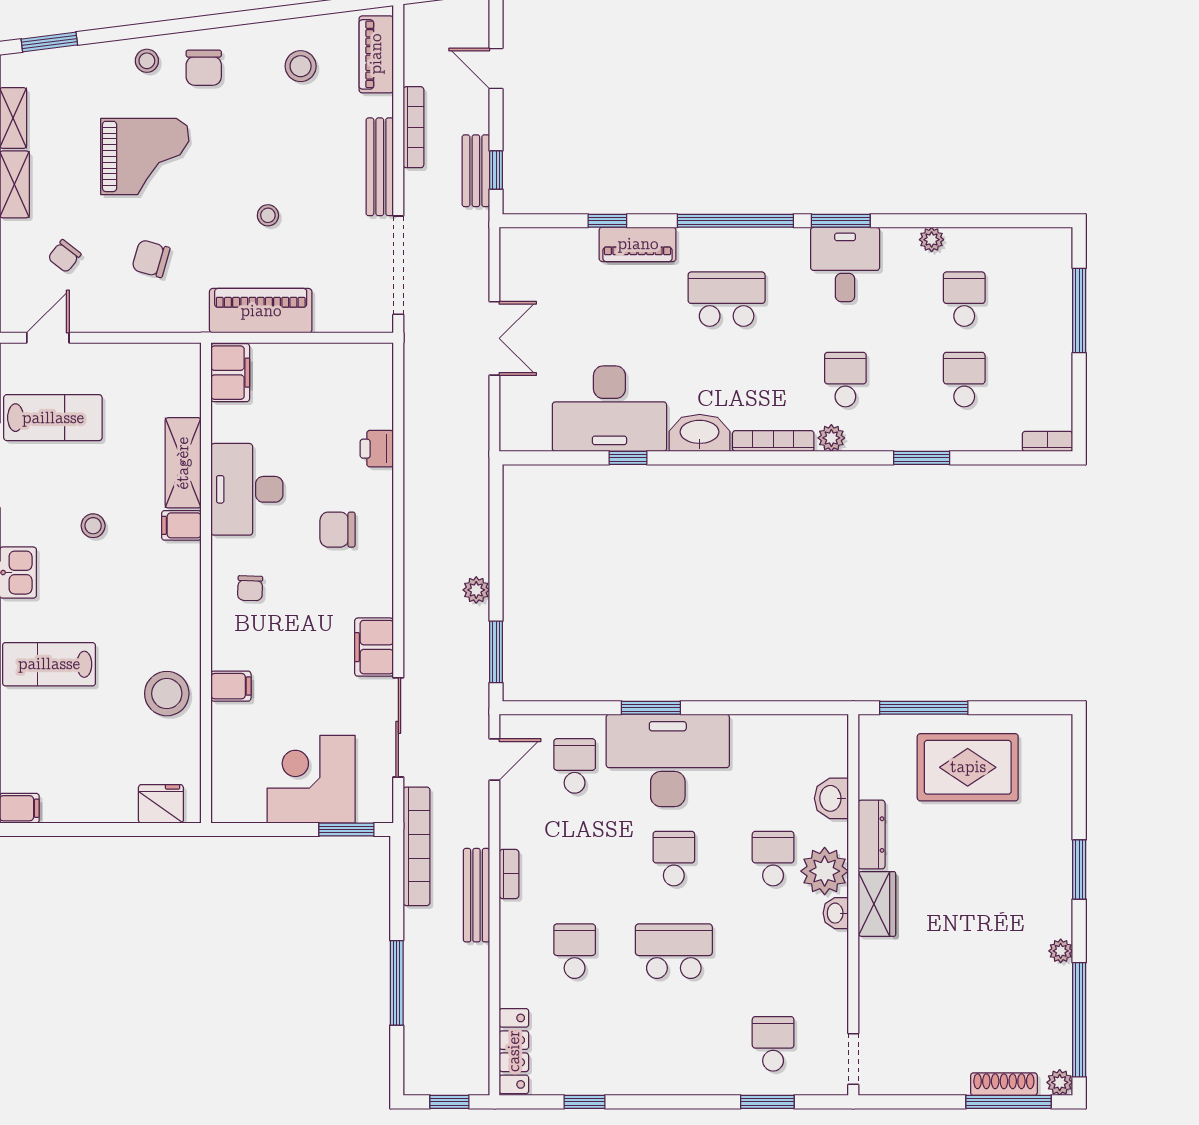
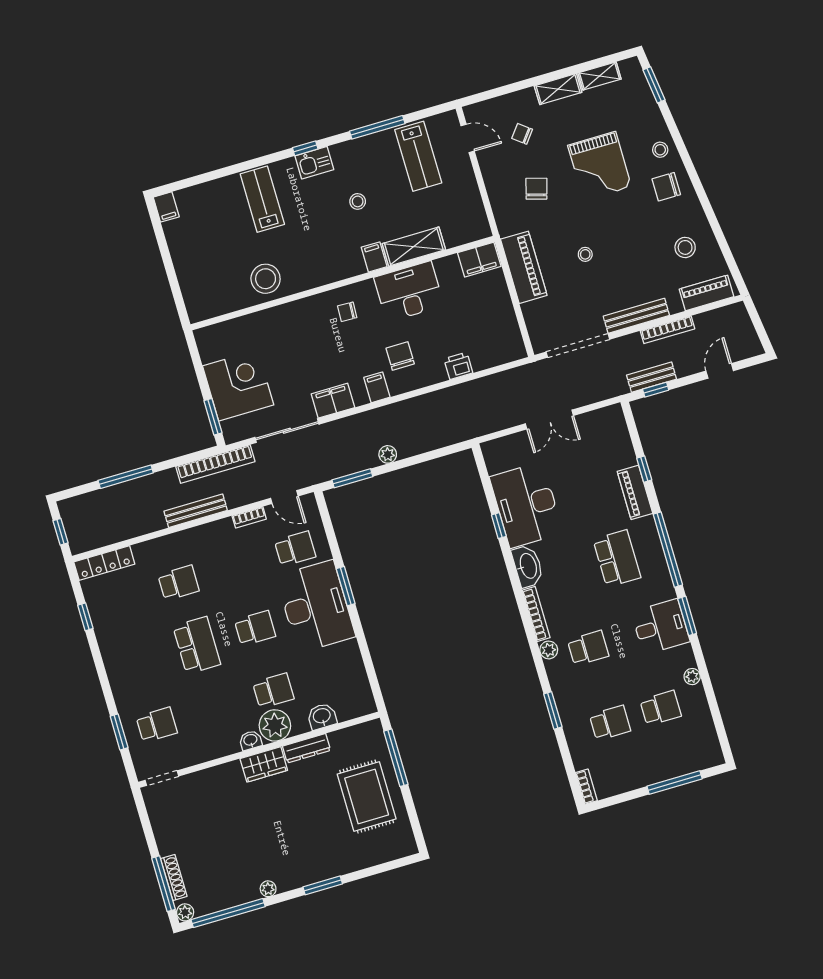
filing cabinet: (231, 686) -> (377, 387), moved, turned 180
fridge: (161, 804) -> (195, 295), removed
bookcase: (509, 874) -> (249, 517), moved

